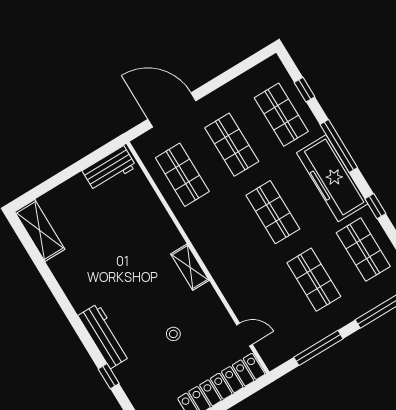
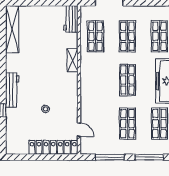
workbench: (109, 169) -> (71, 19), moved, turned 90
shelving: (40, 230) -> (12, 29), width x1.47
shelving: (190, 267) -> (73, 60), moved

